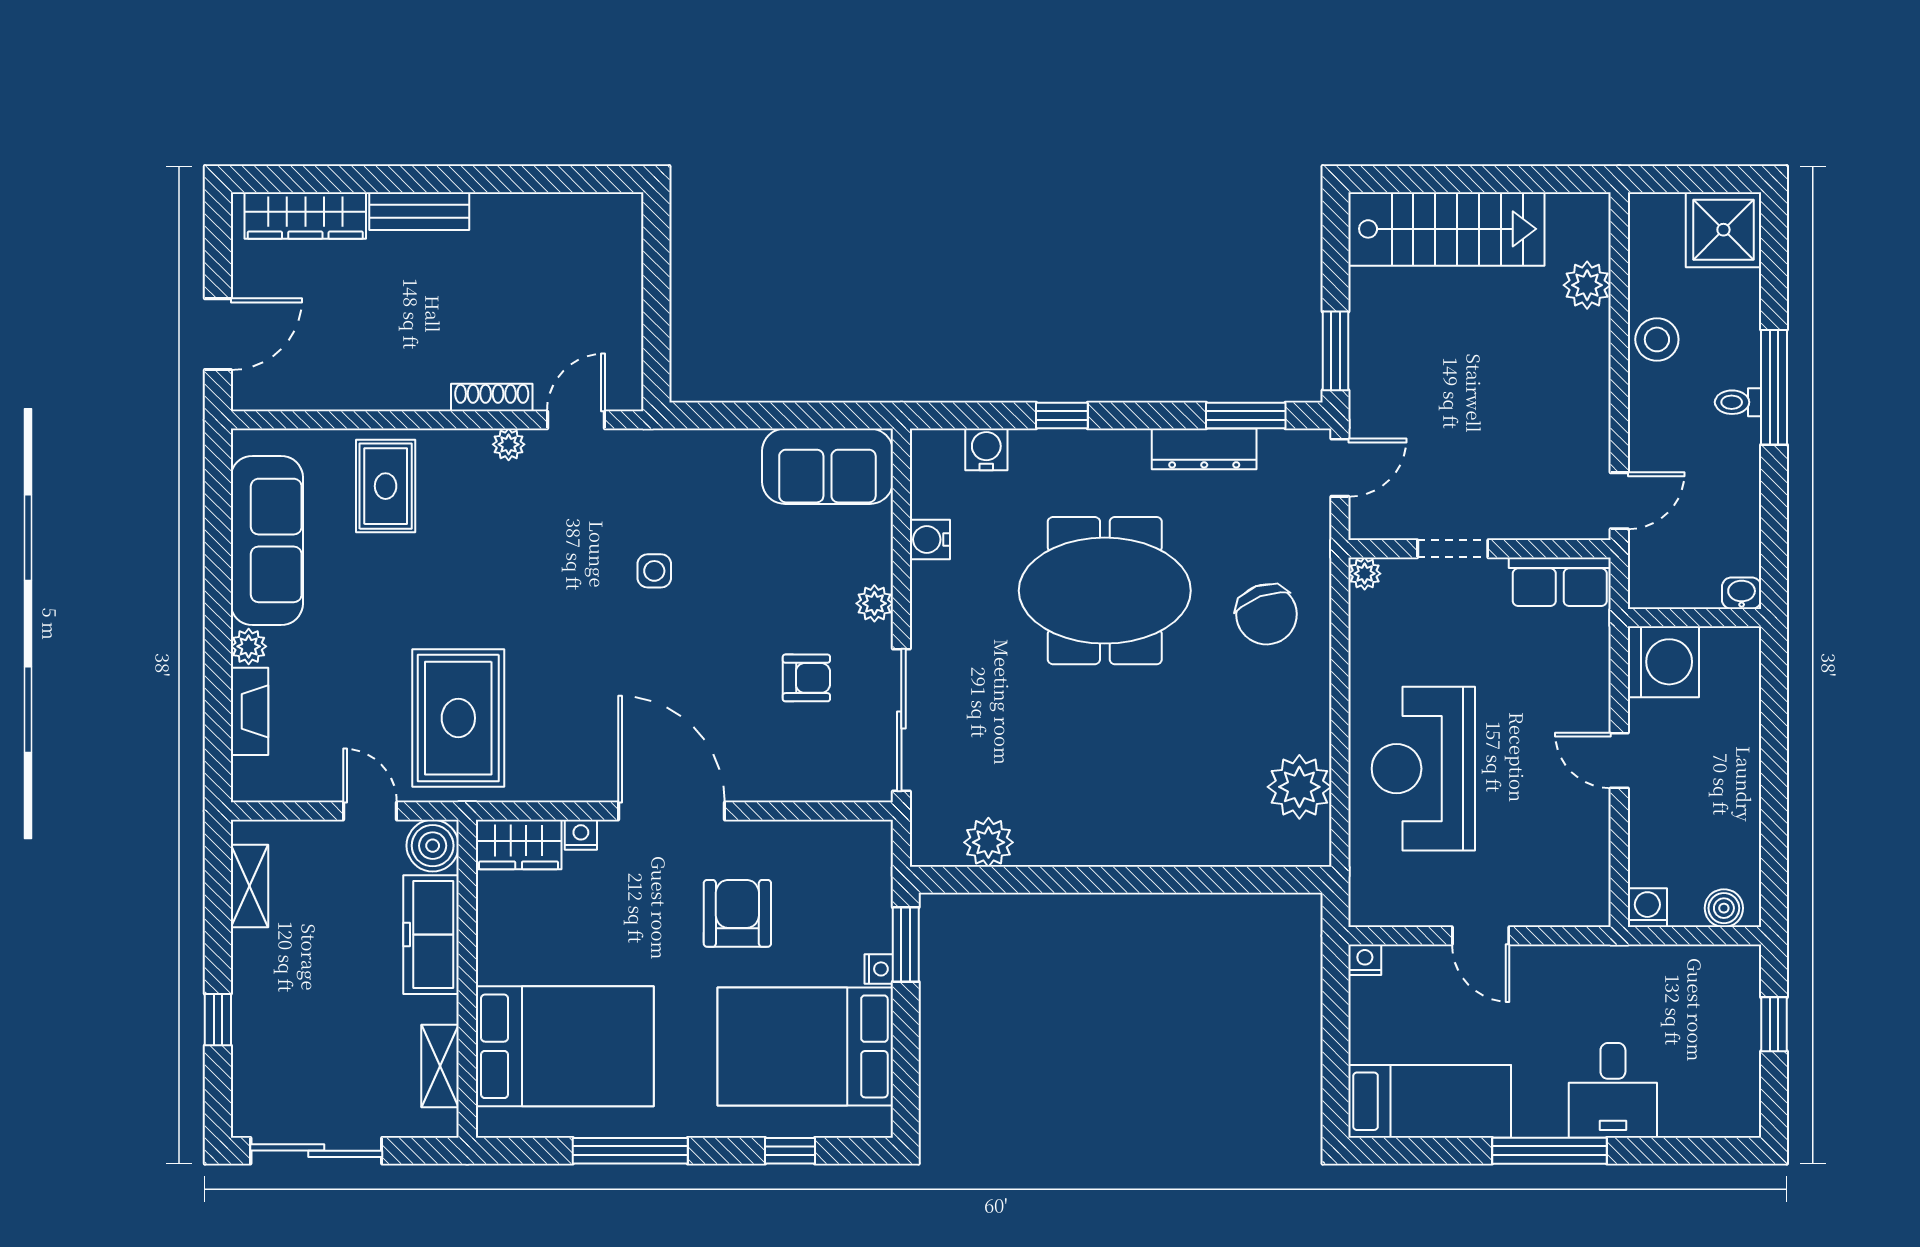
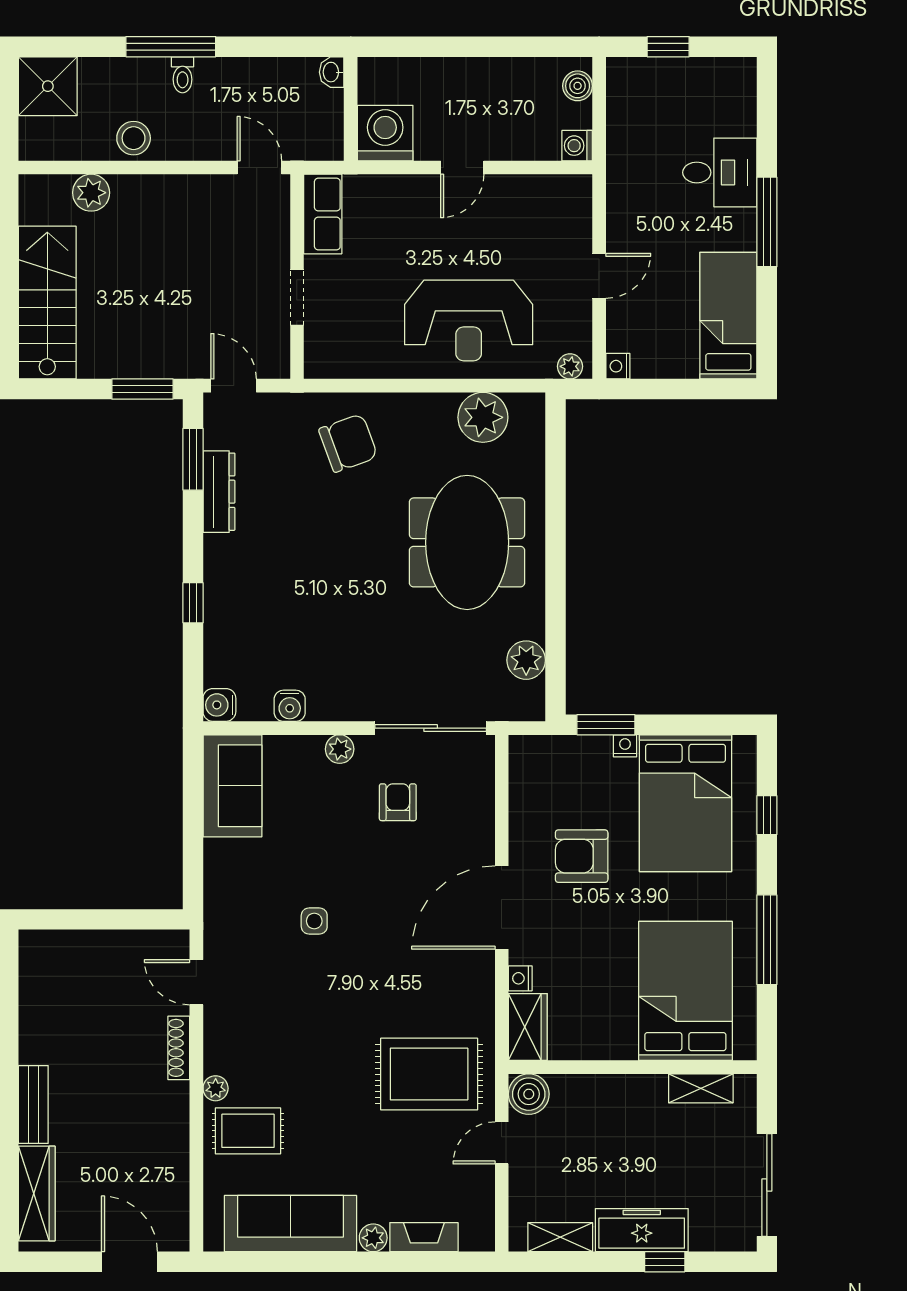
plant: (509, 444) -> (216, 1088), moved
water cooler: (986, 449) -> (219, 705), moved
plant: (1365, 574) -> (570, 366), moved
meeting table: (1105, 591) -> (467, 542), moved
freezer: (431, 935) -> (642, 1230), moved, turned 180

